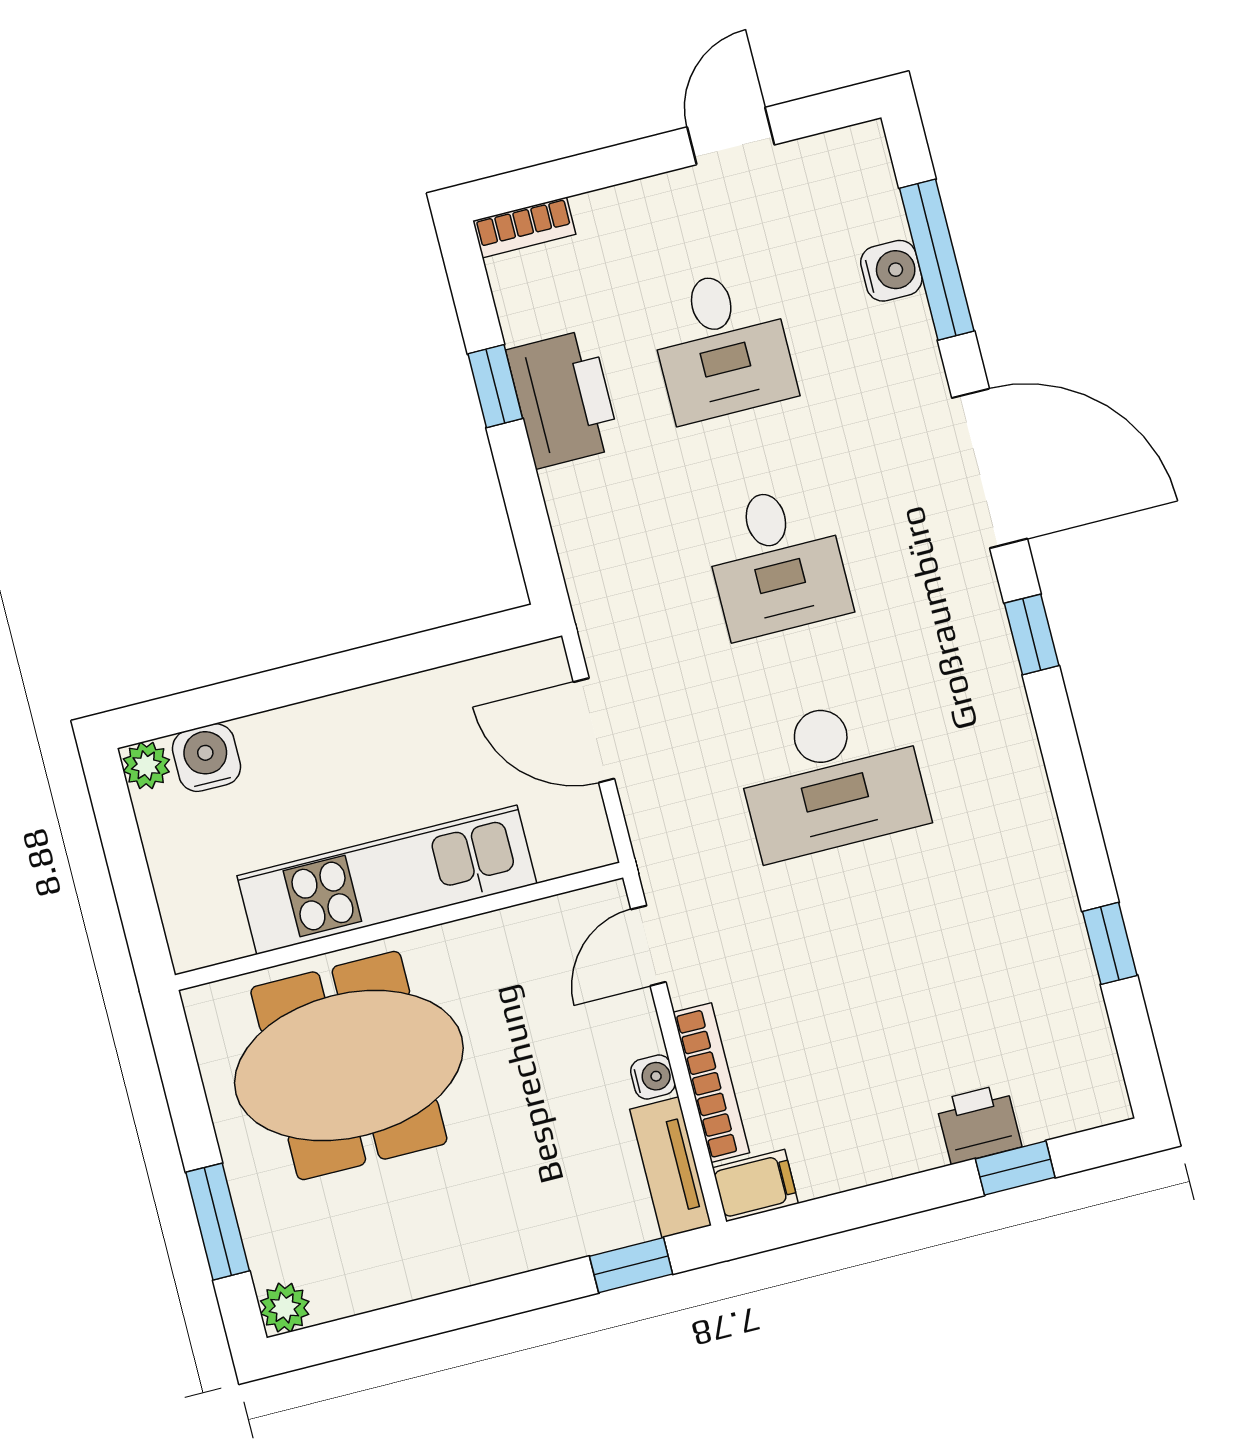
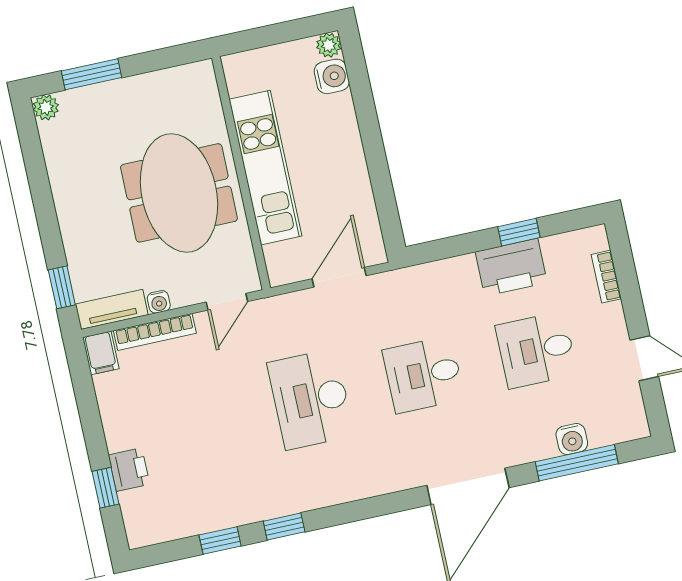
bookcase: (524, 227) -> (606, 277), moved
window: (1032, 634) -> (284, 527), moved
door: (648, 946) -> (227, 302), swing flipped
meeting table: (349, 1066) -> (179, 193), moved

